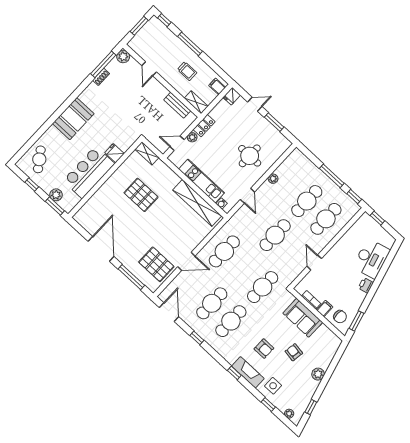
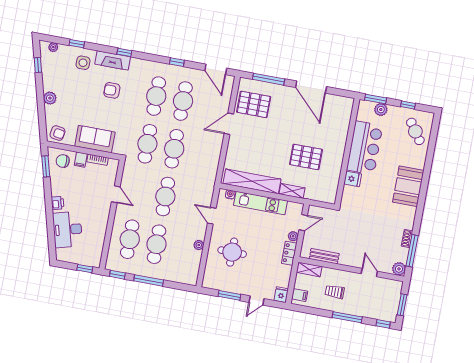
shelving: (147, 153) -> (292, 191), moved
cafe table: (224, 251) -> (174, 149), moved
armchair: (294, 352) -> (57, 133), moved

